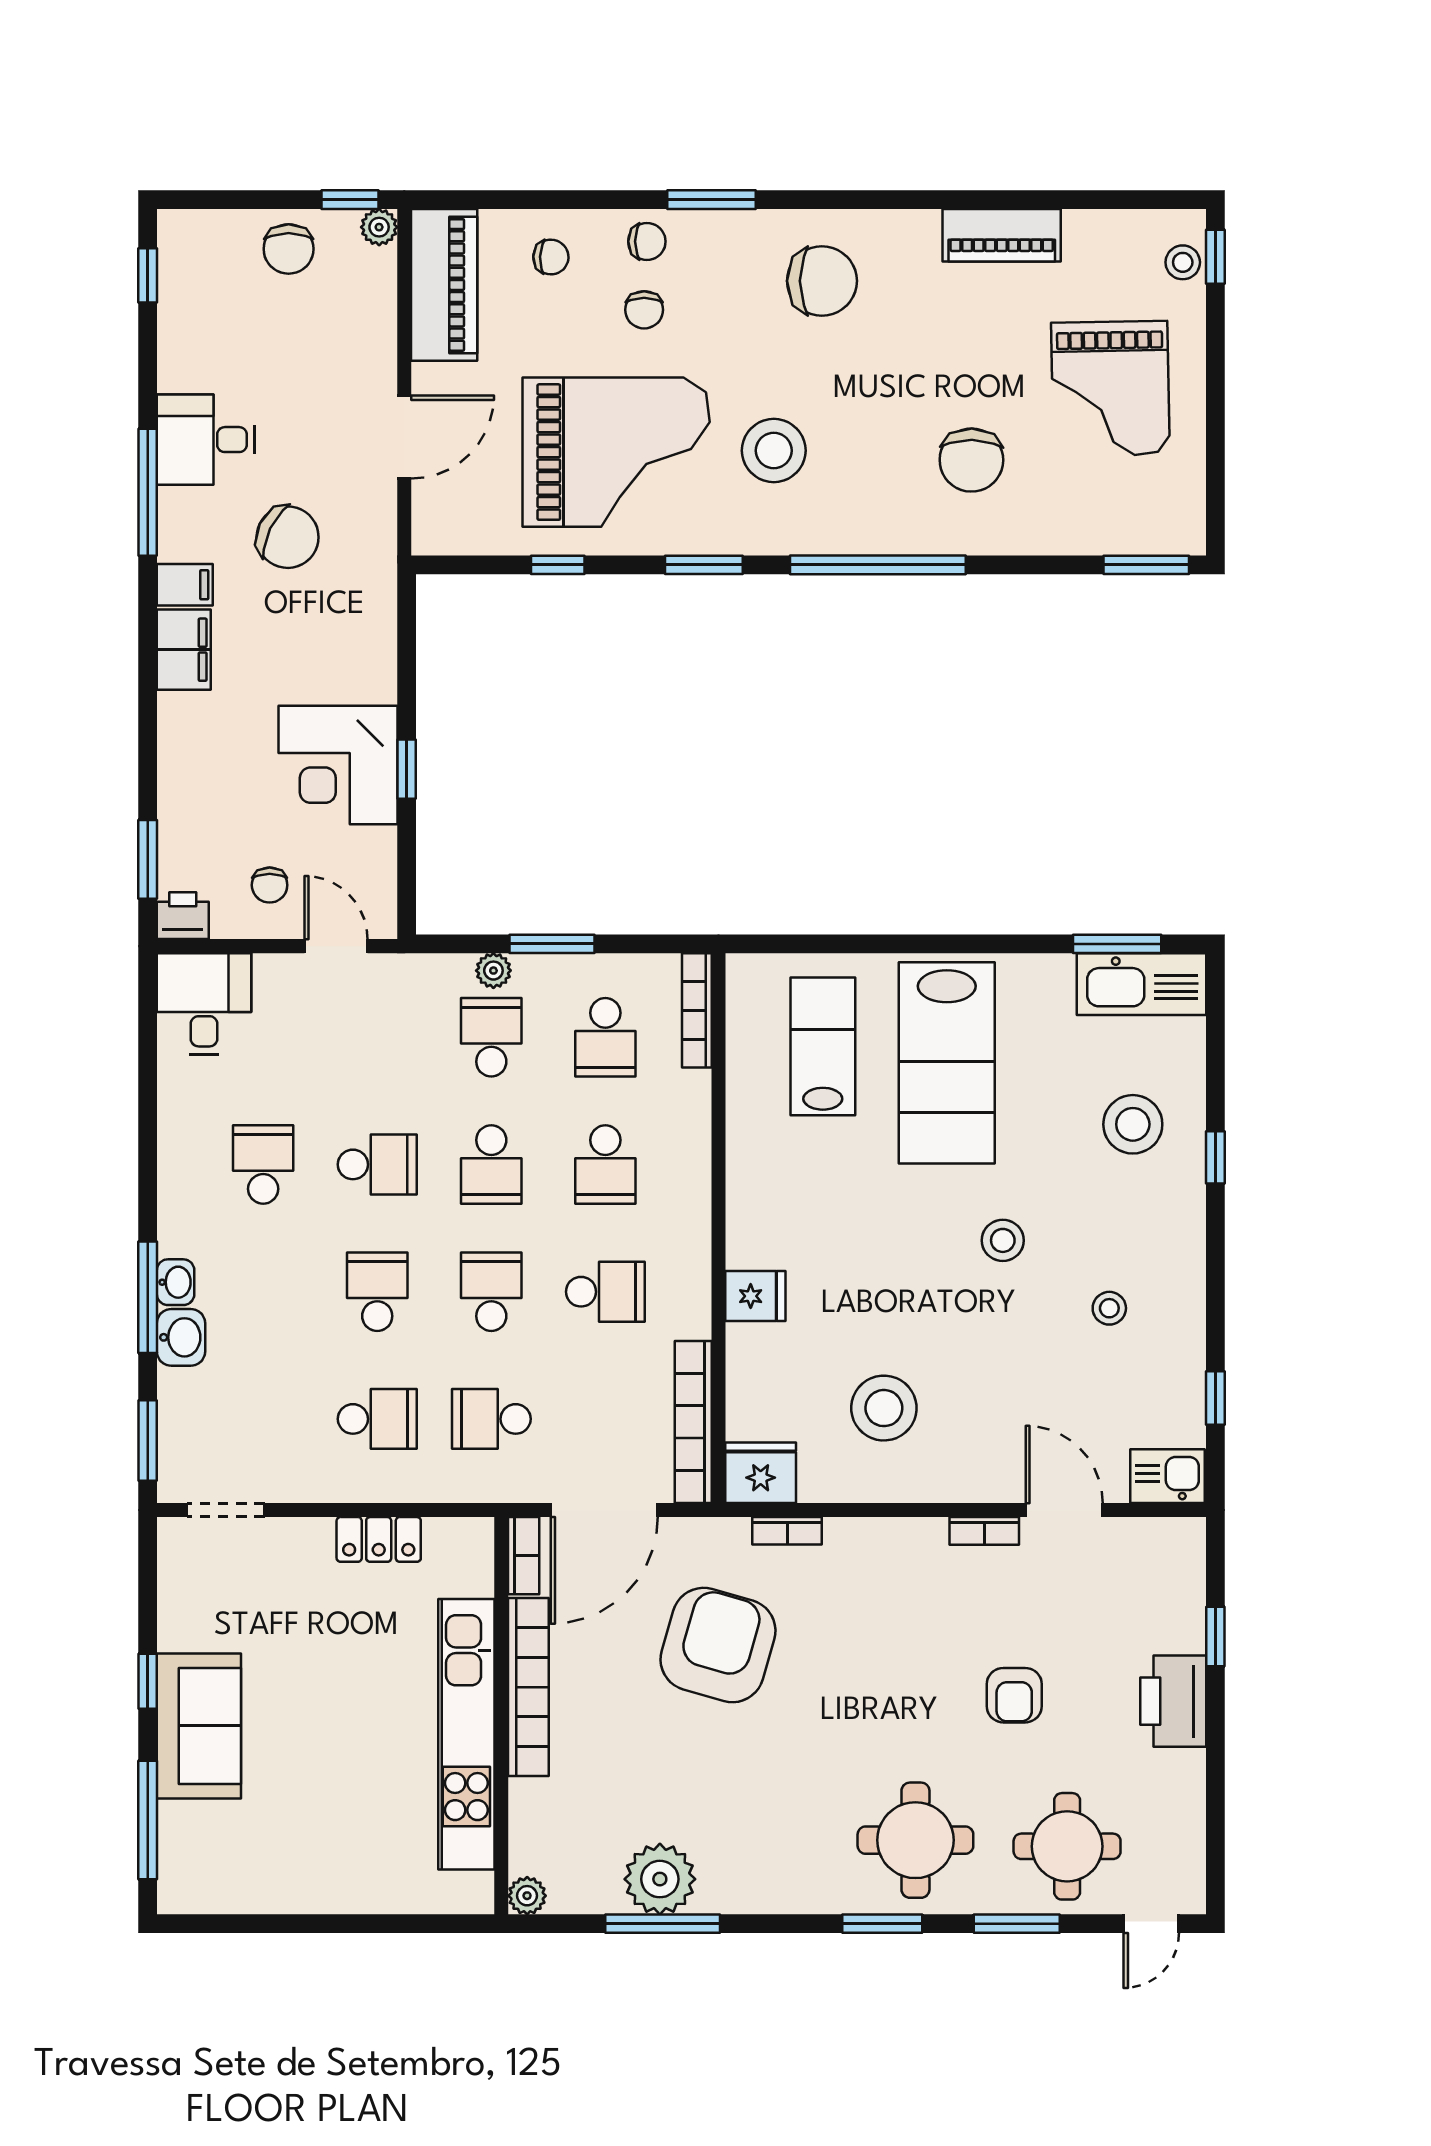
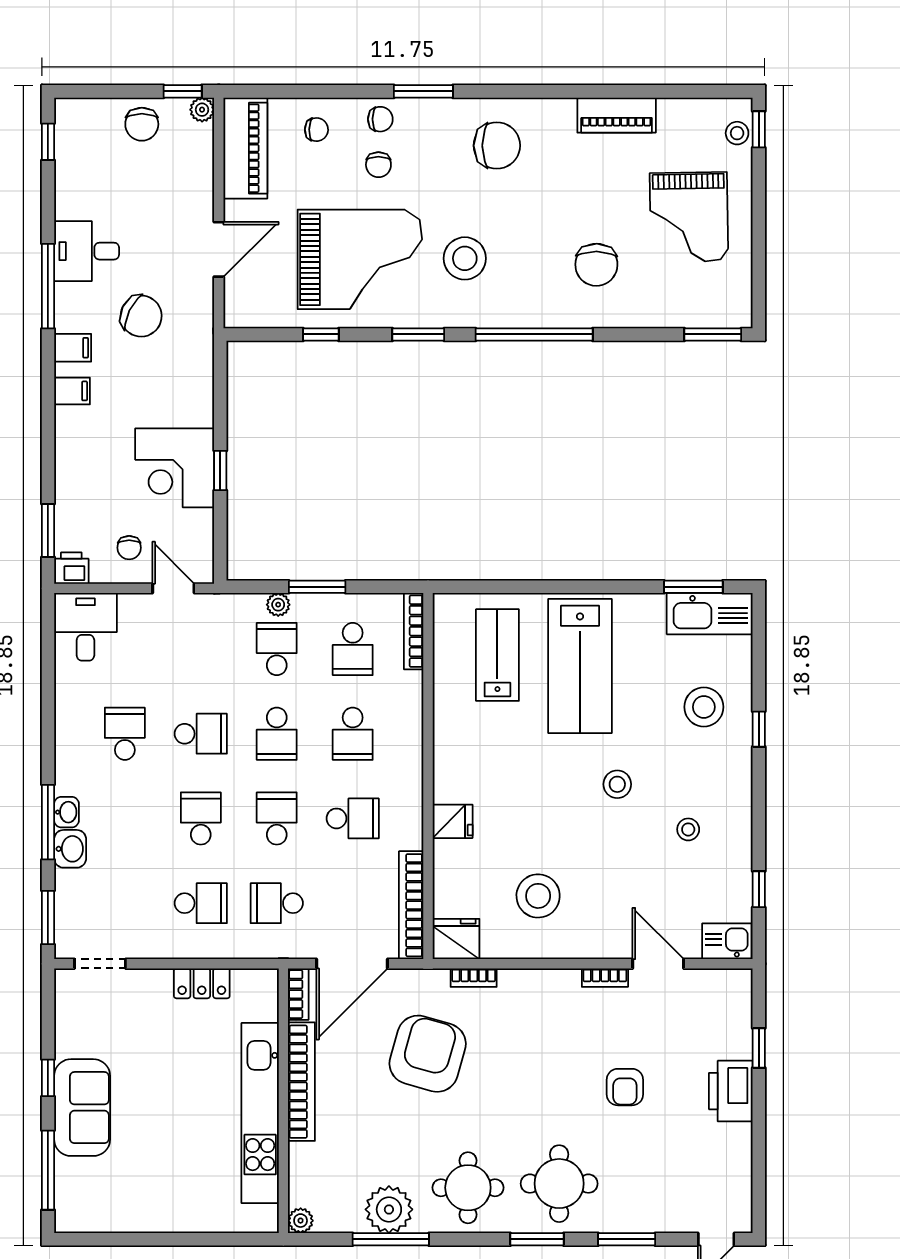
filing cabinet: (184, 650) -> (72, 391), width x0.50
round table: (1067, 1846) -> (468, 1188), moved

